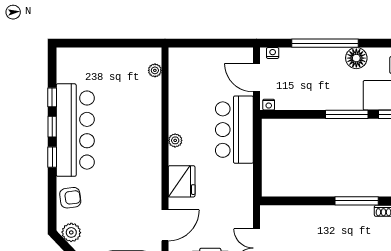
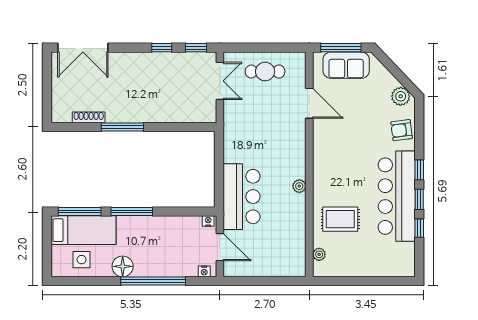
rug: (133, 107) -> (340, 219), added
fridge: (182, 181) -> (293, 146), removed
door: (165, 225) -> (309, 103), swing flipped

